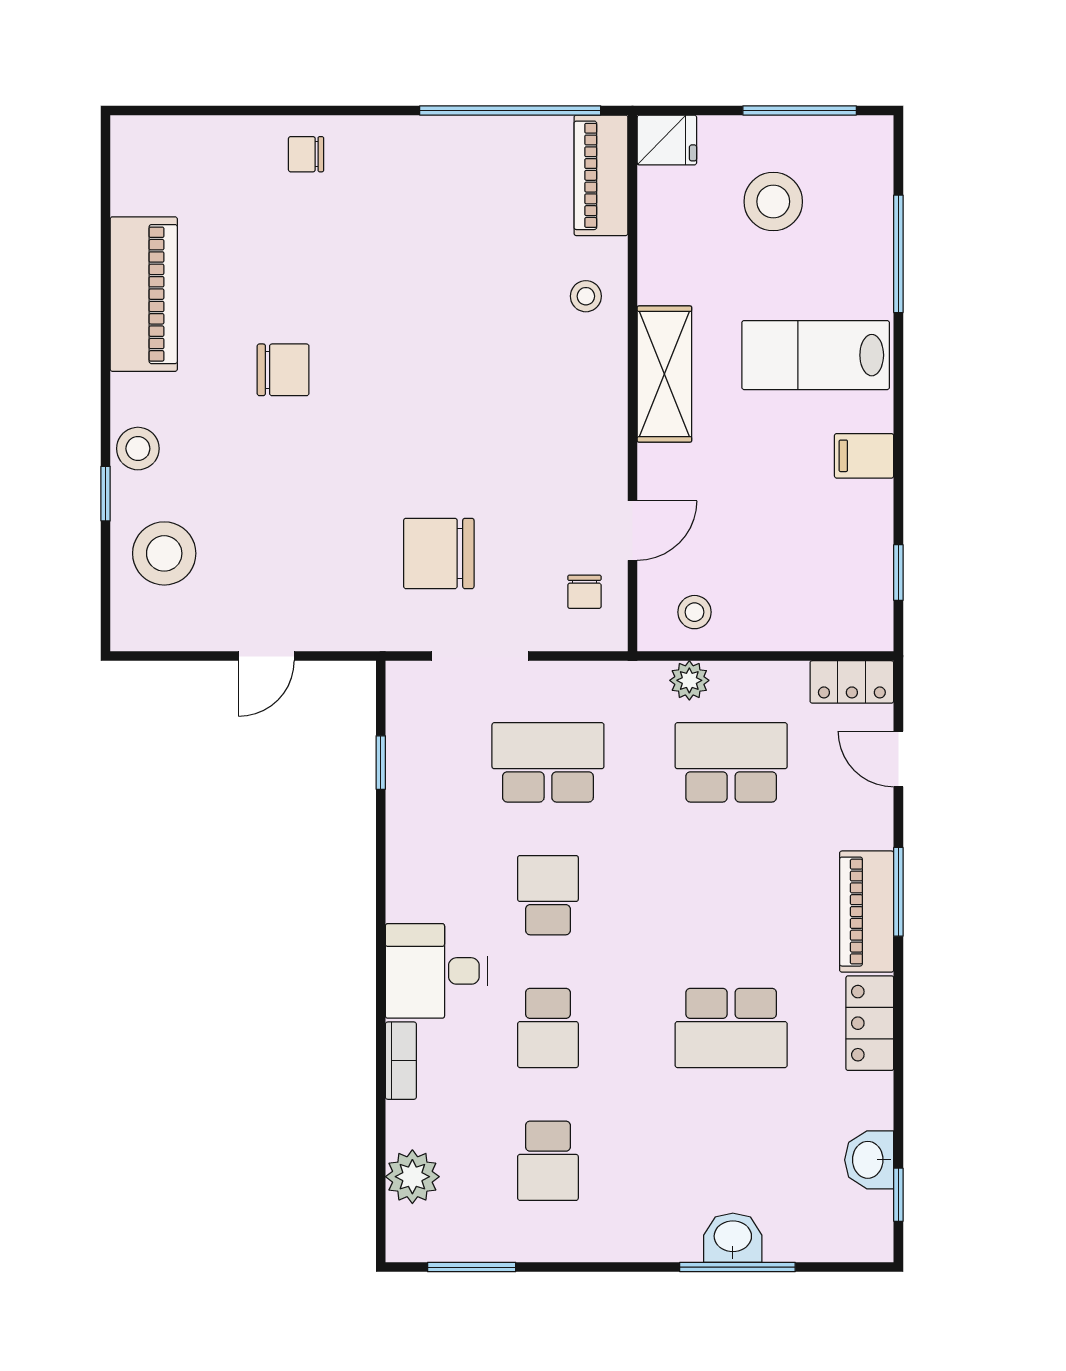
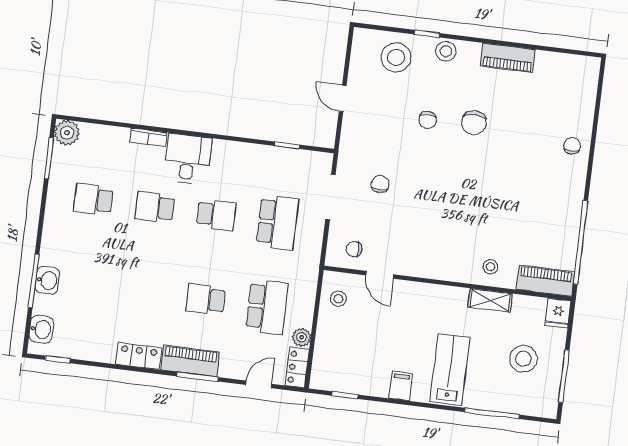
piano: (144, 294) -> (508, 58), width x0.73, depth x0.75
shelving: (664, 374) -> (490, 300), moved, width x0.67, depth x0.75
chair: (289, 469) -> (428, 120), added
chair: (439, 553) -> (380, 184), width x0.54, depth x0.54
plant: (689, 680) -> (302, 337), moved
school desk: (731, 1028) -> (206, 299), moved, width x0.54
washbasin: (869, 1160) -> (41, 329), moved, turned 90
plant: (412, 1177) -> (67, 133), moved

